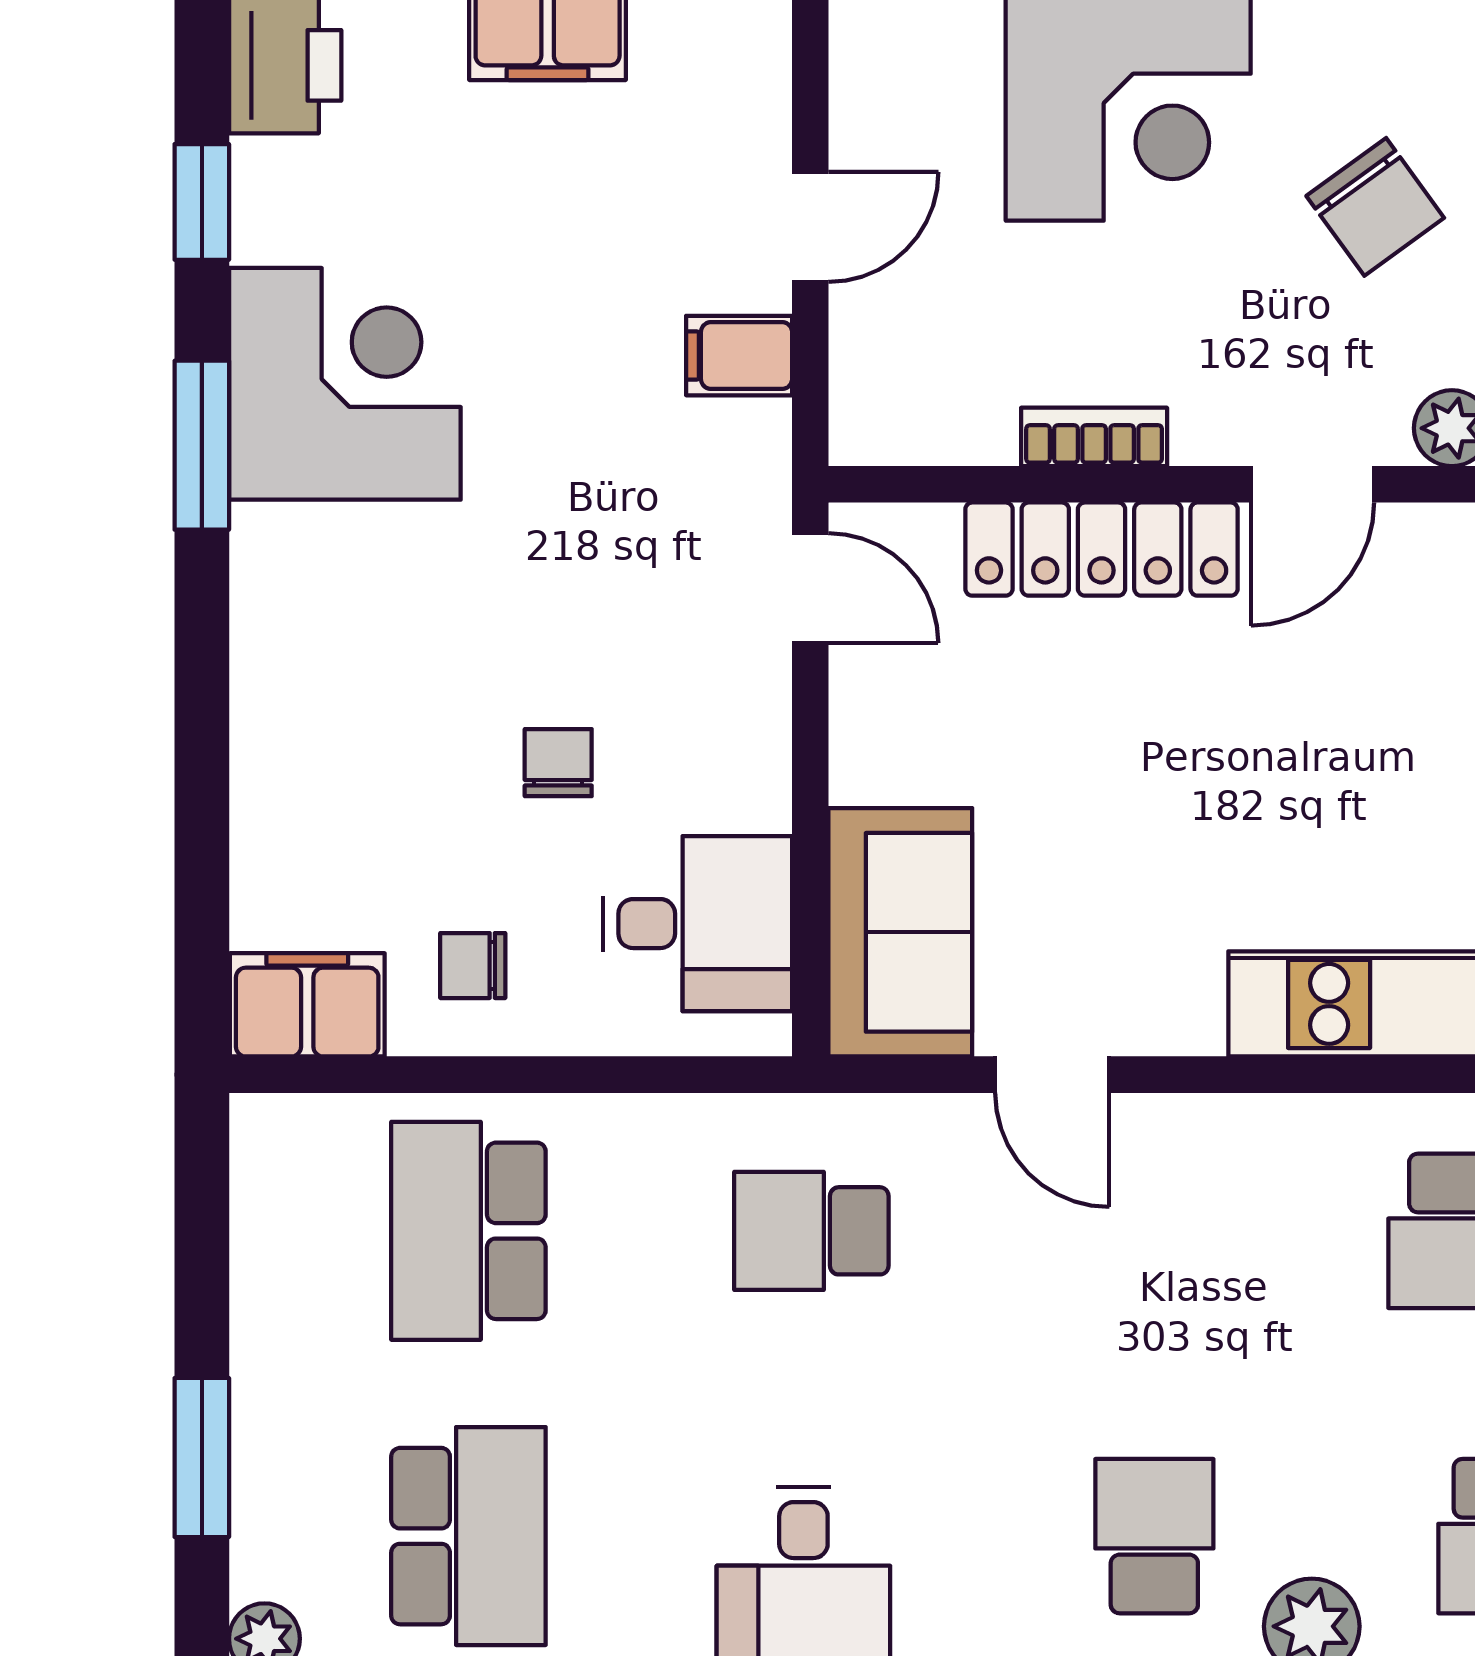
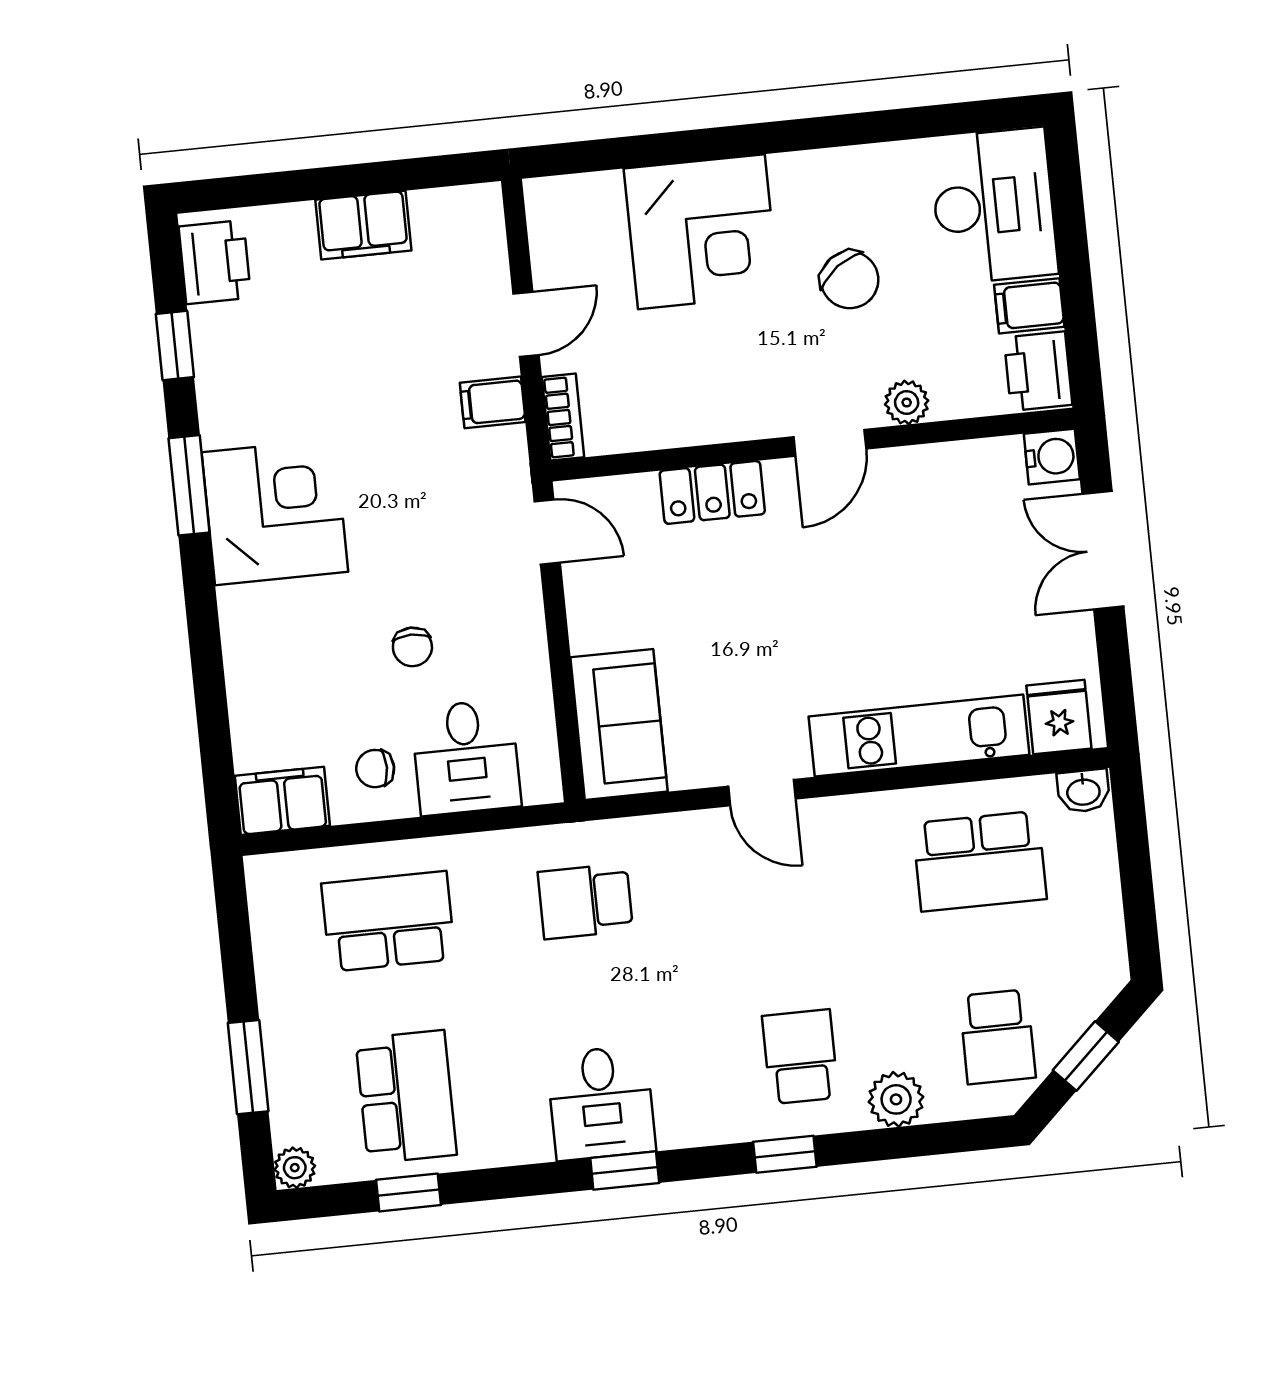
corner desk: (345, 384) -> (275, 512), moved
bookcase: (1094, 437) -> (563, 417), moved, turned 90
locker: (1102, 549) -> (712, 492), width x0.66
chair: (558, 763) -> (412, 647), turned 180
desk: (698, 924) -> (466, 757), moved, turned 90
door: (1052, 1075) -> (762, 793), moved
school desk: (468, 1231) -> (388, 921), turned 90

